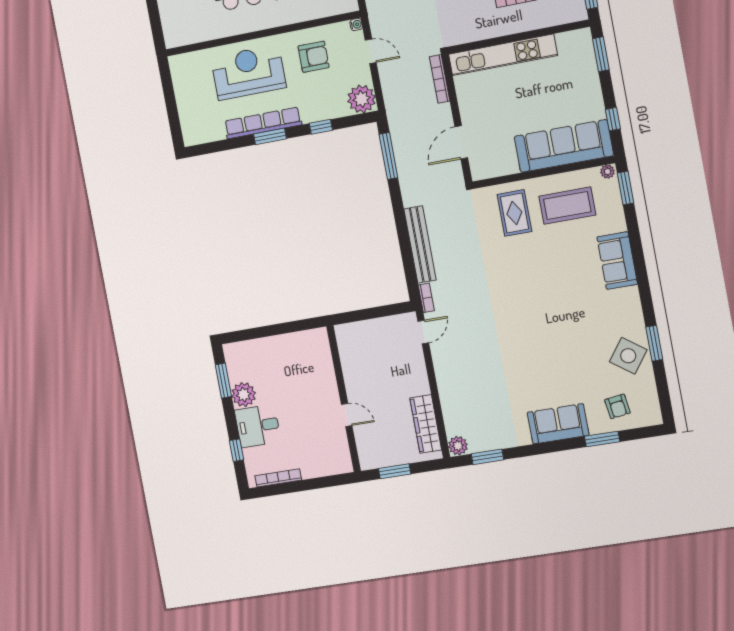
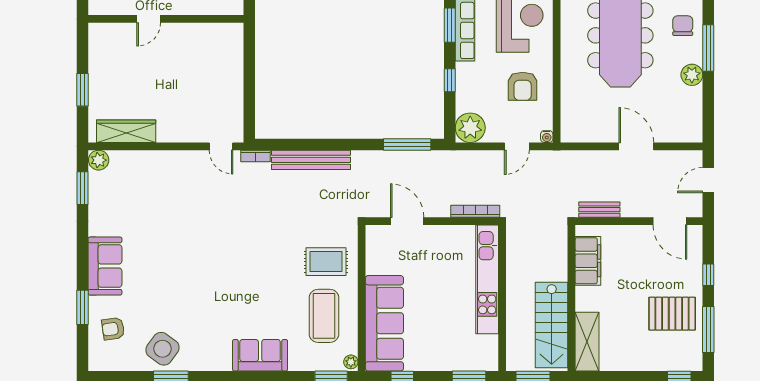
wall: (344, 399) -> (166, 19), moved
door: (347, 415) -> (149, 19), moved

